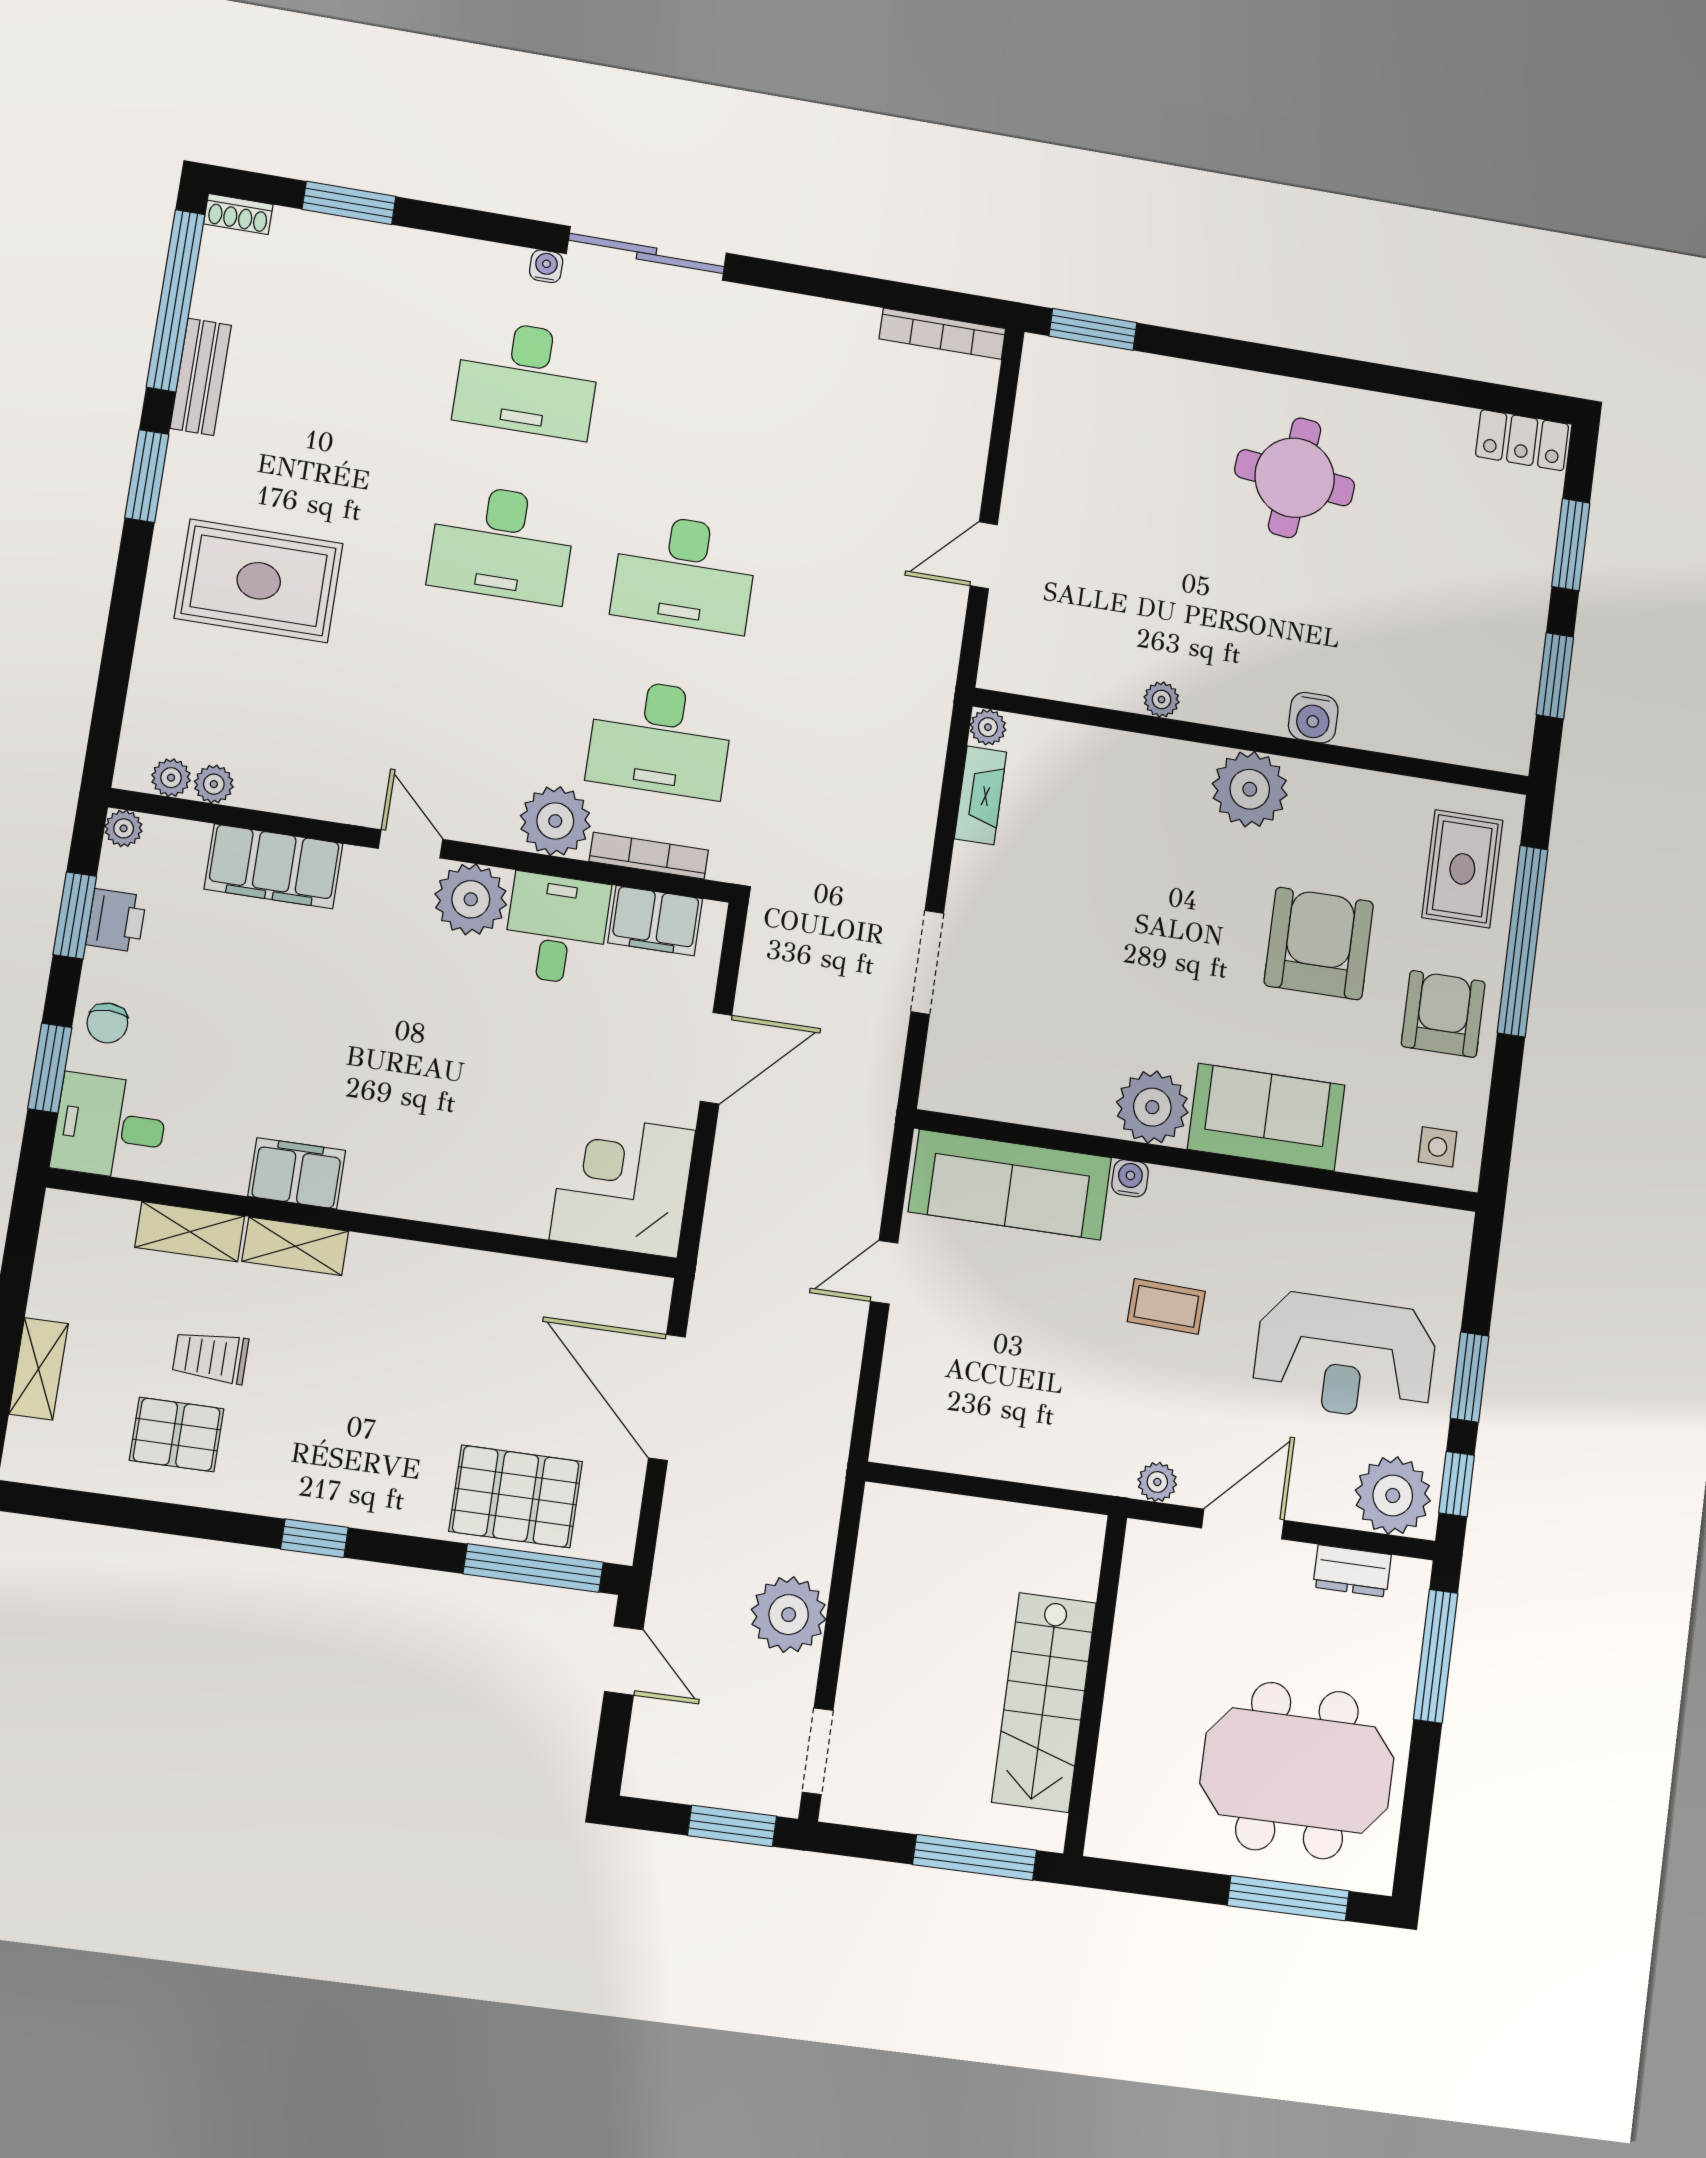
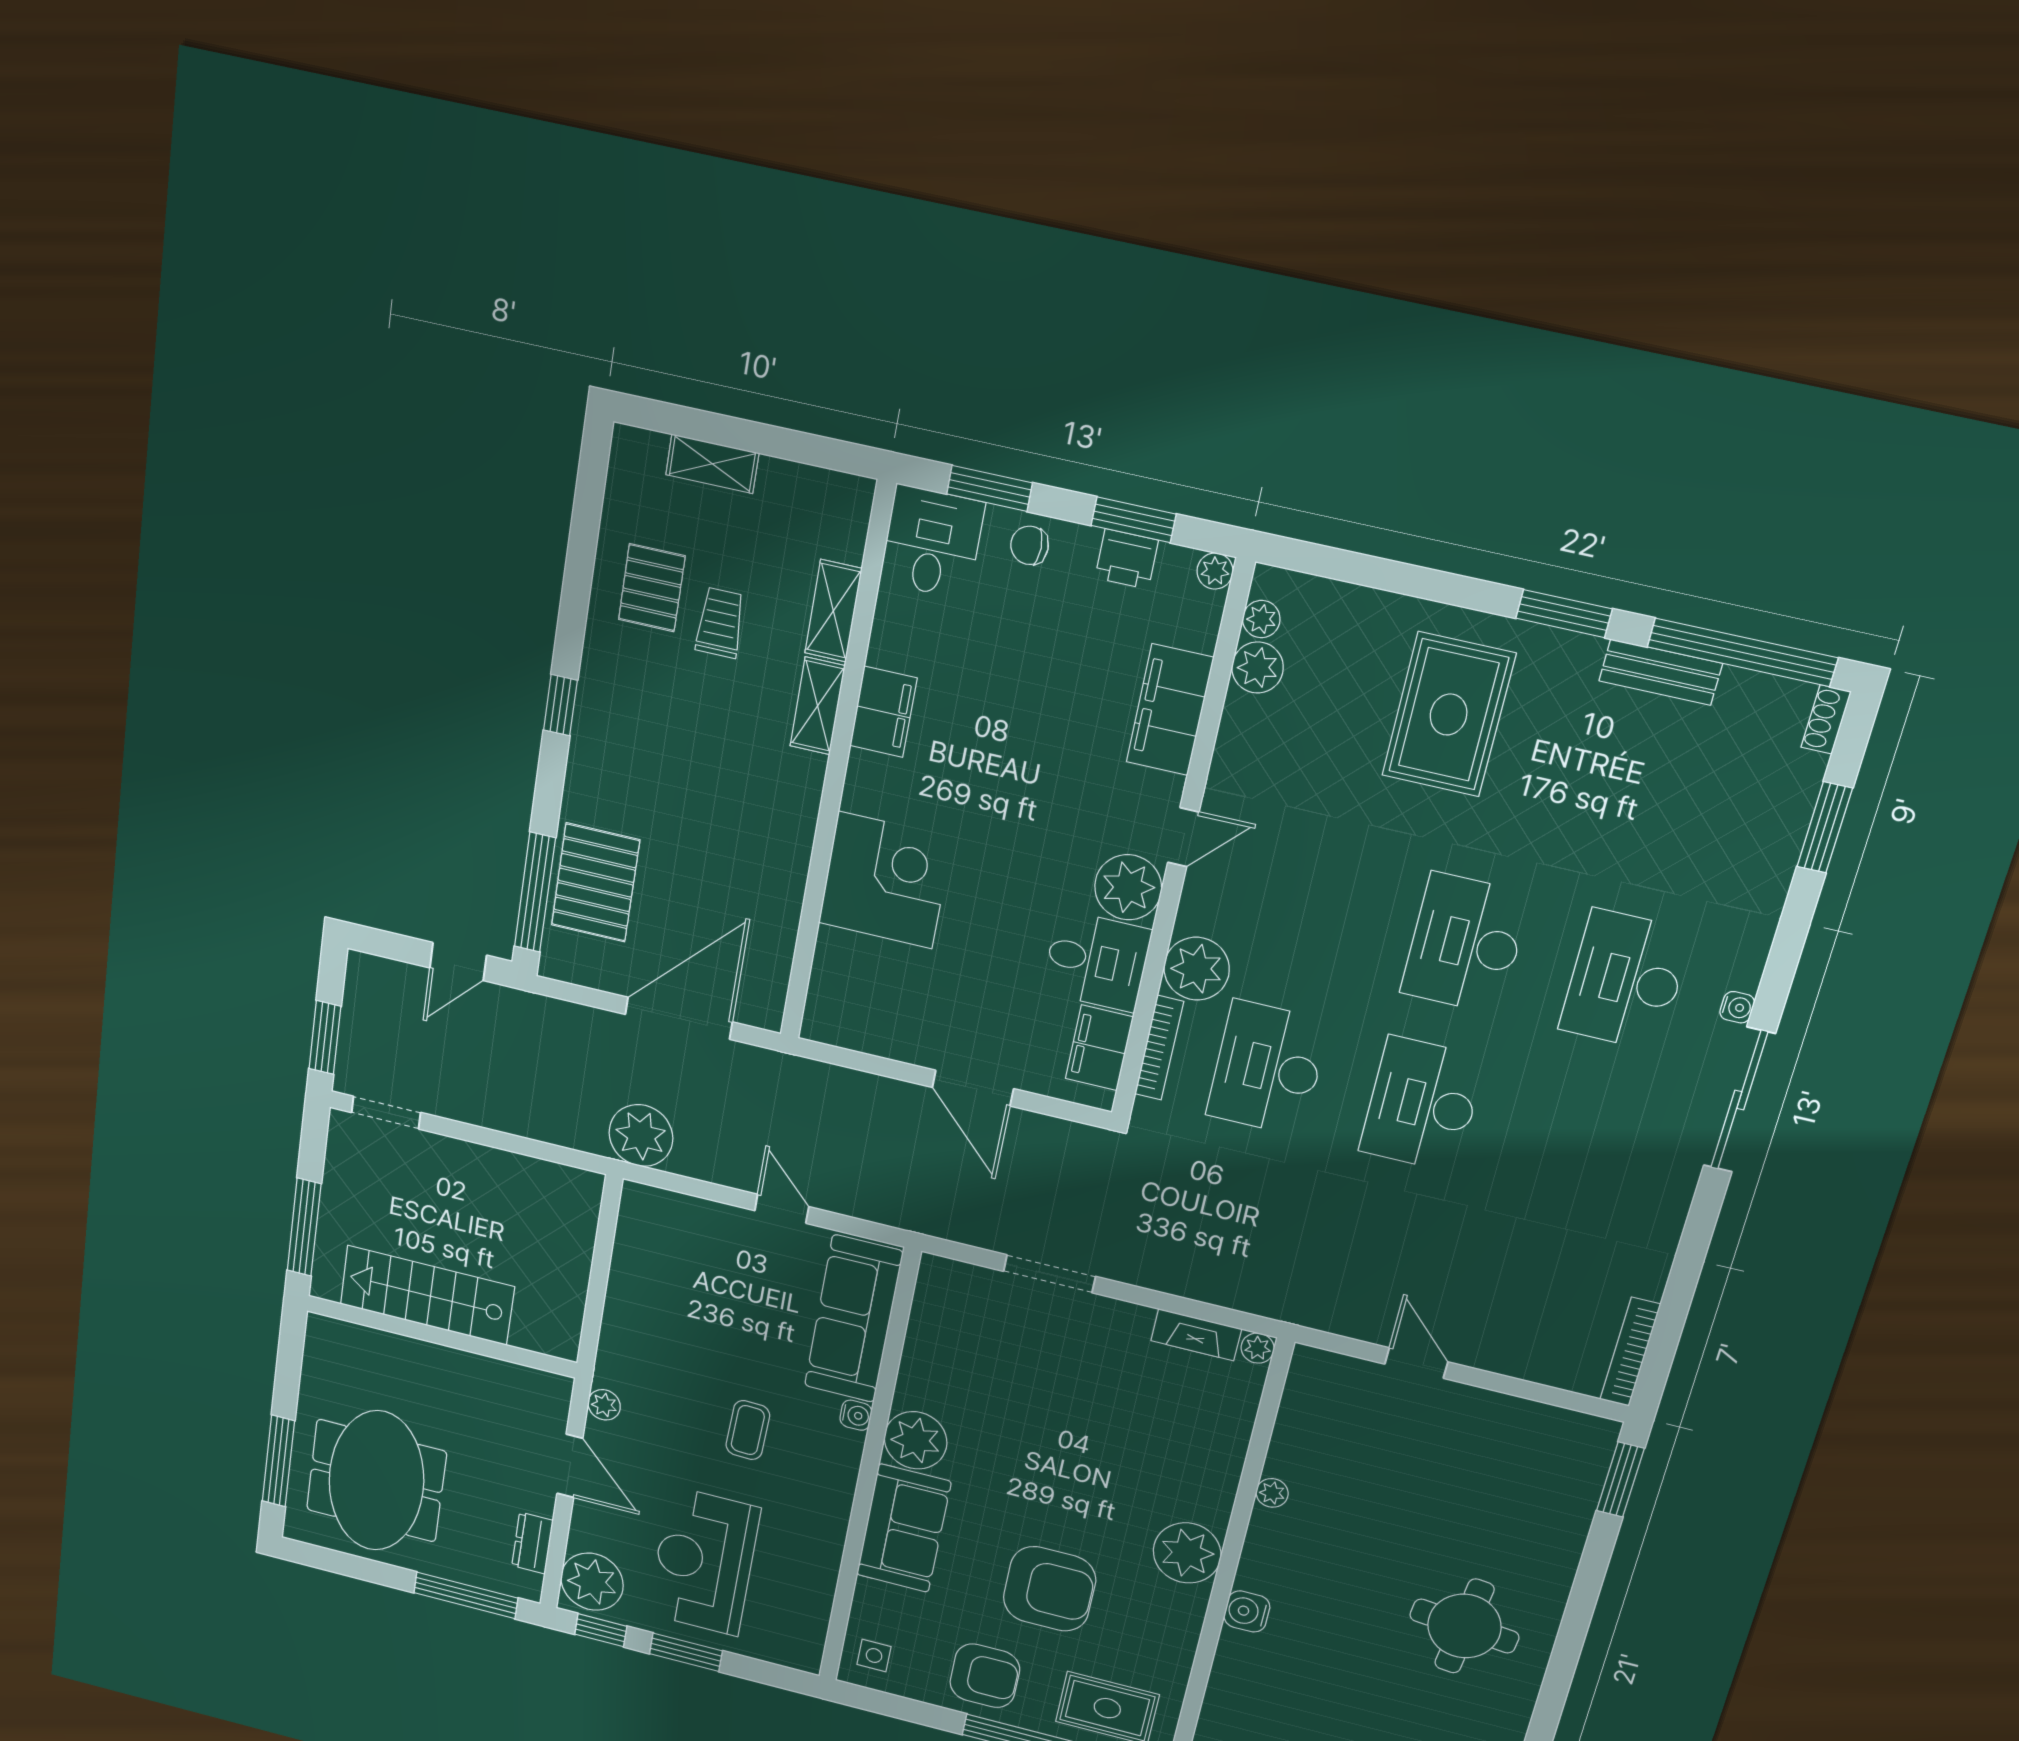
plant: (214, 784) -> (1258, 668), width x1.38, depth x1.38
corner desk: (622, 1185) -> (885, 880), moved
plant: (789, 1615) -> (641, 1136), moved

